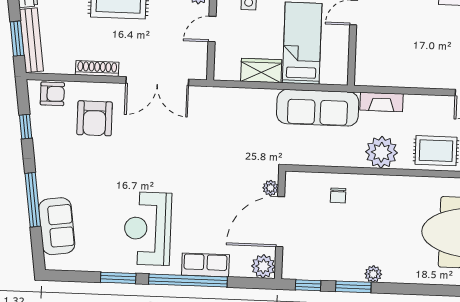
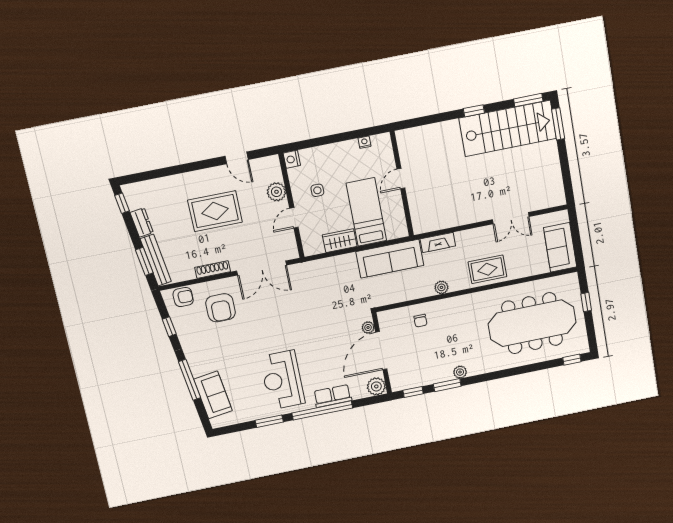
plant: (381, 152) -> (441, 287), width x0.53, depth x0.53

